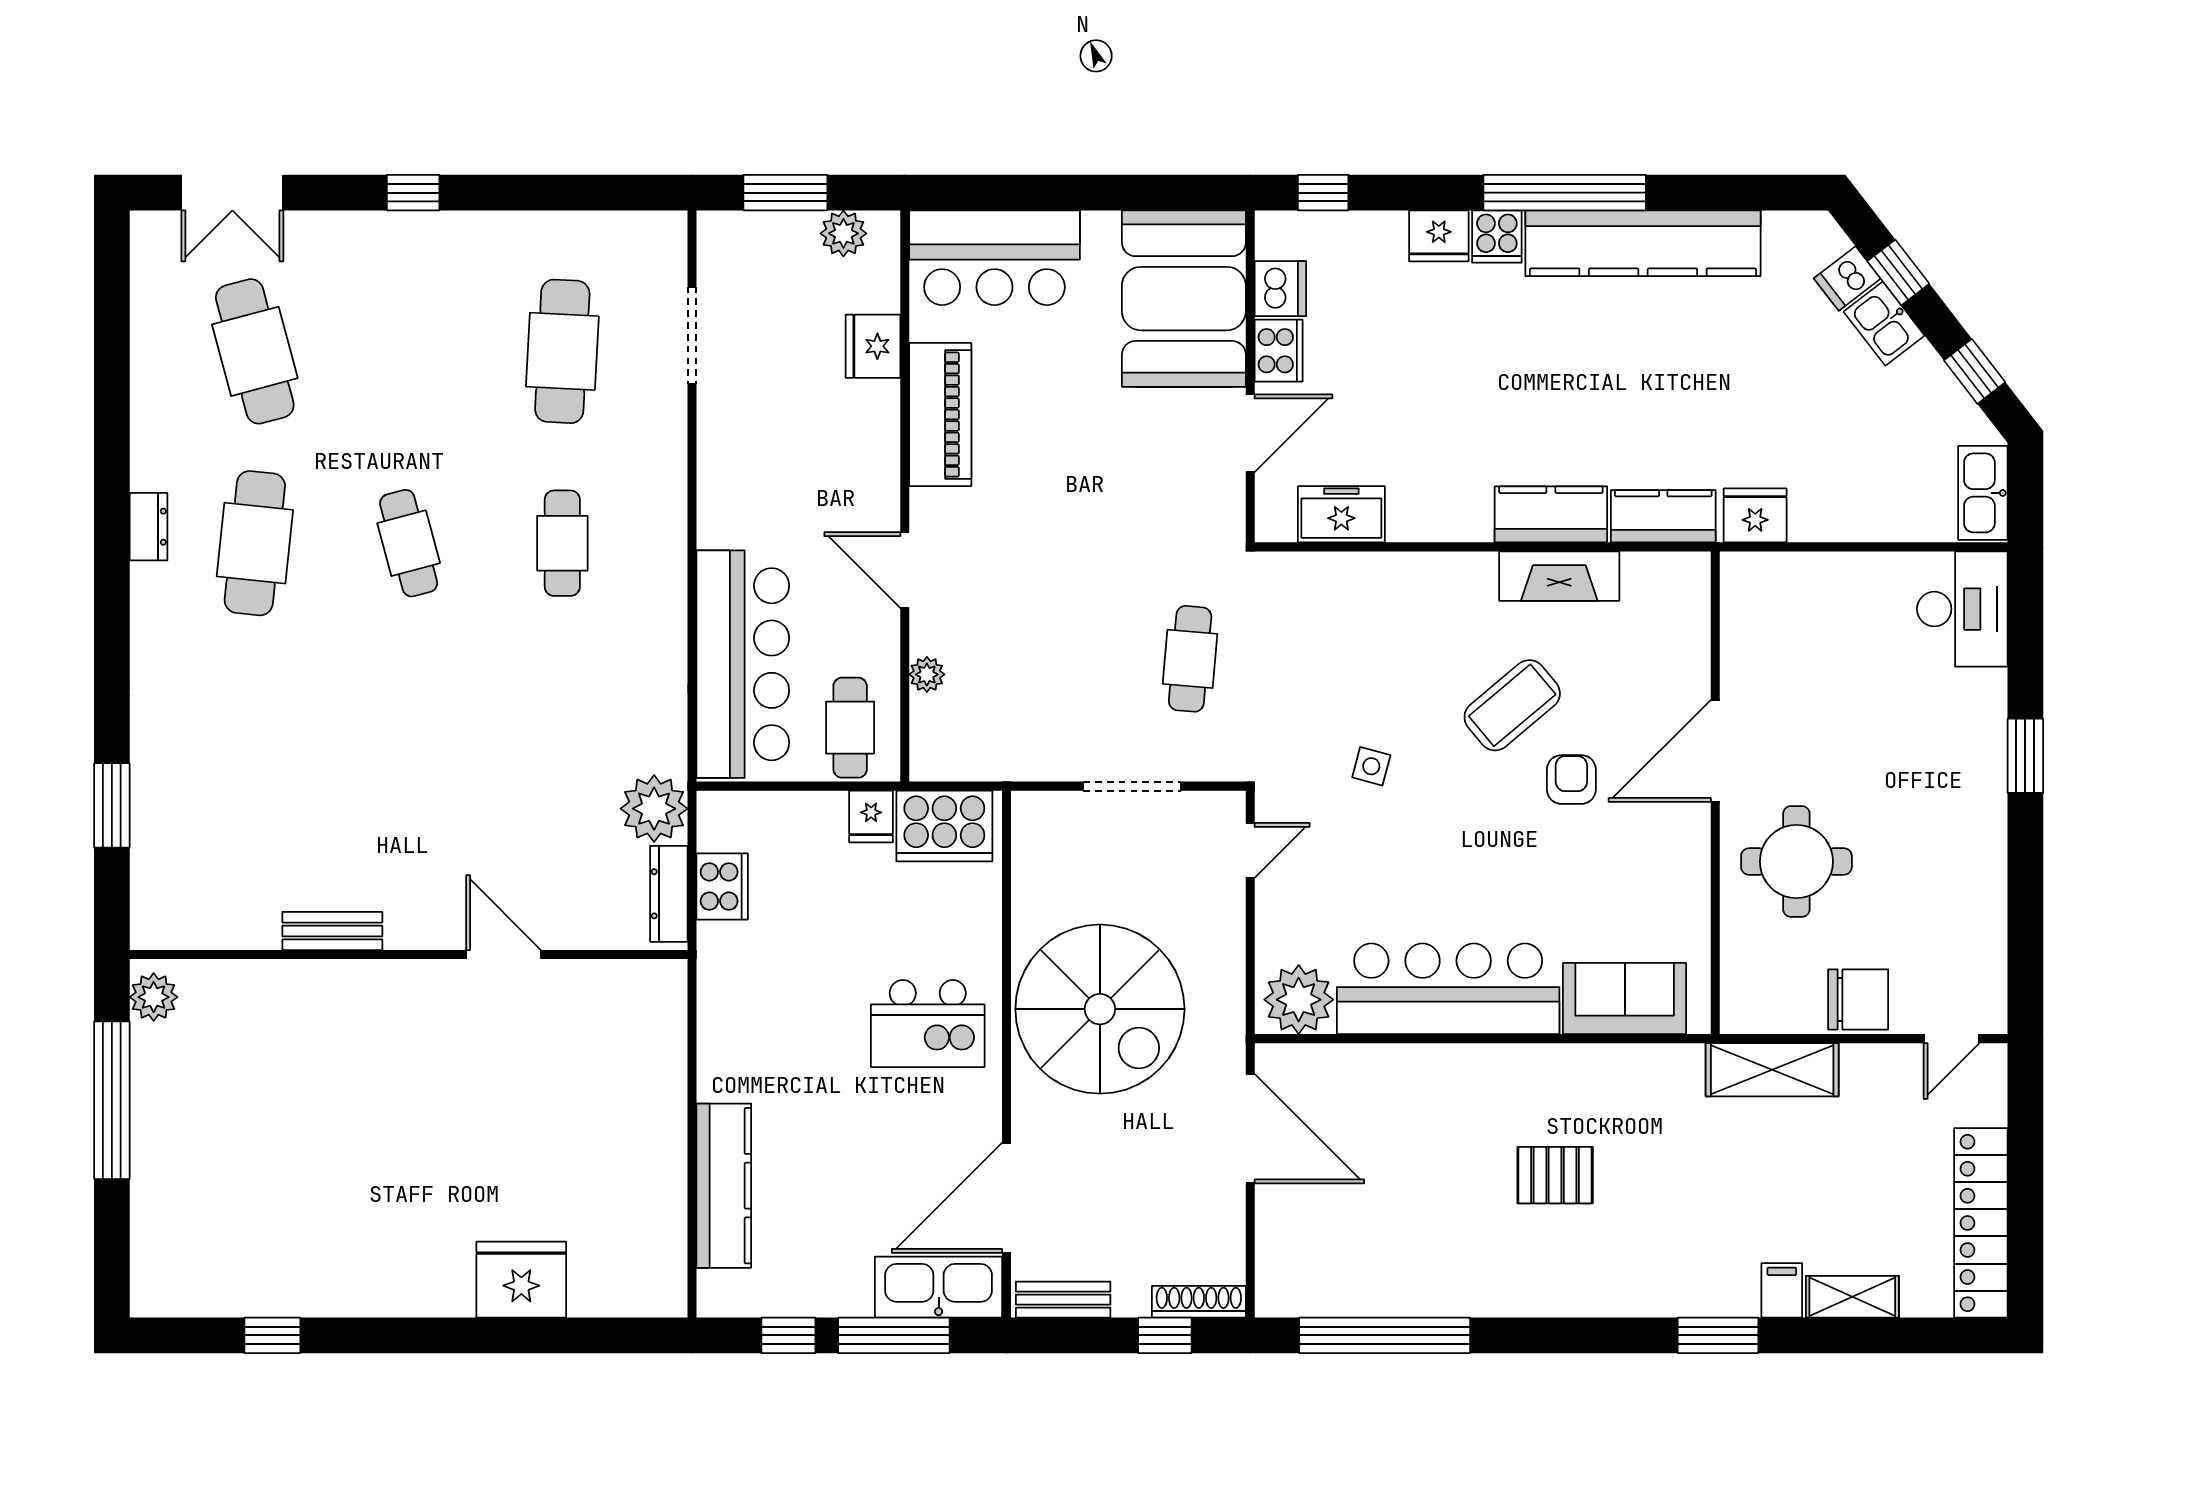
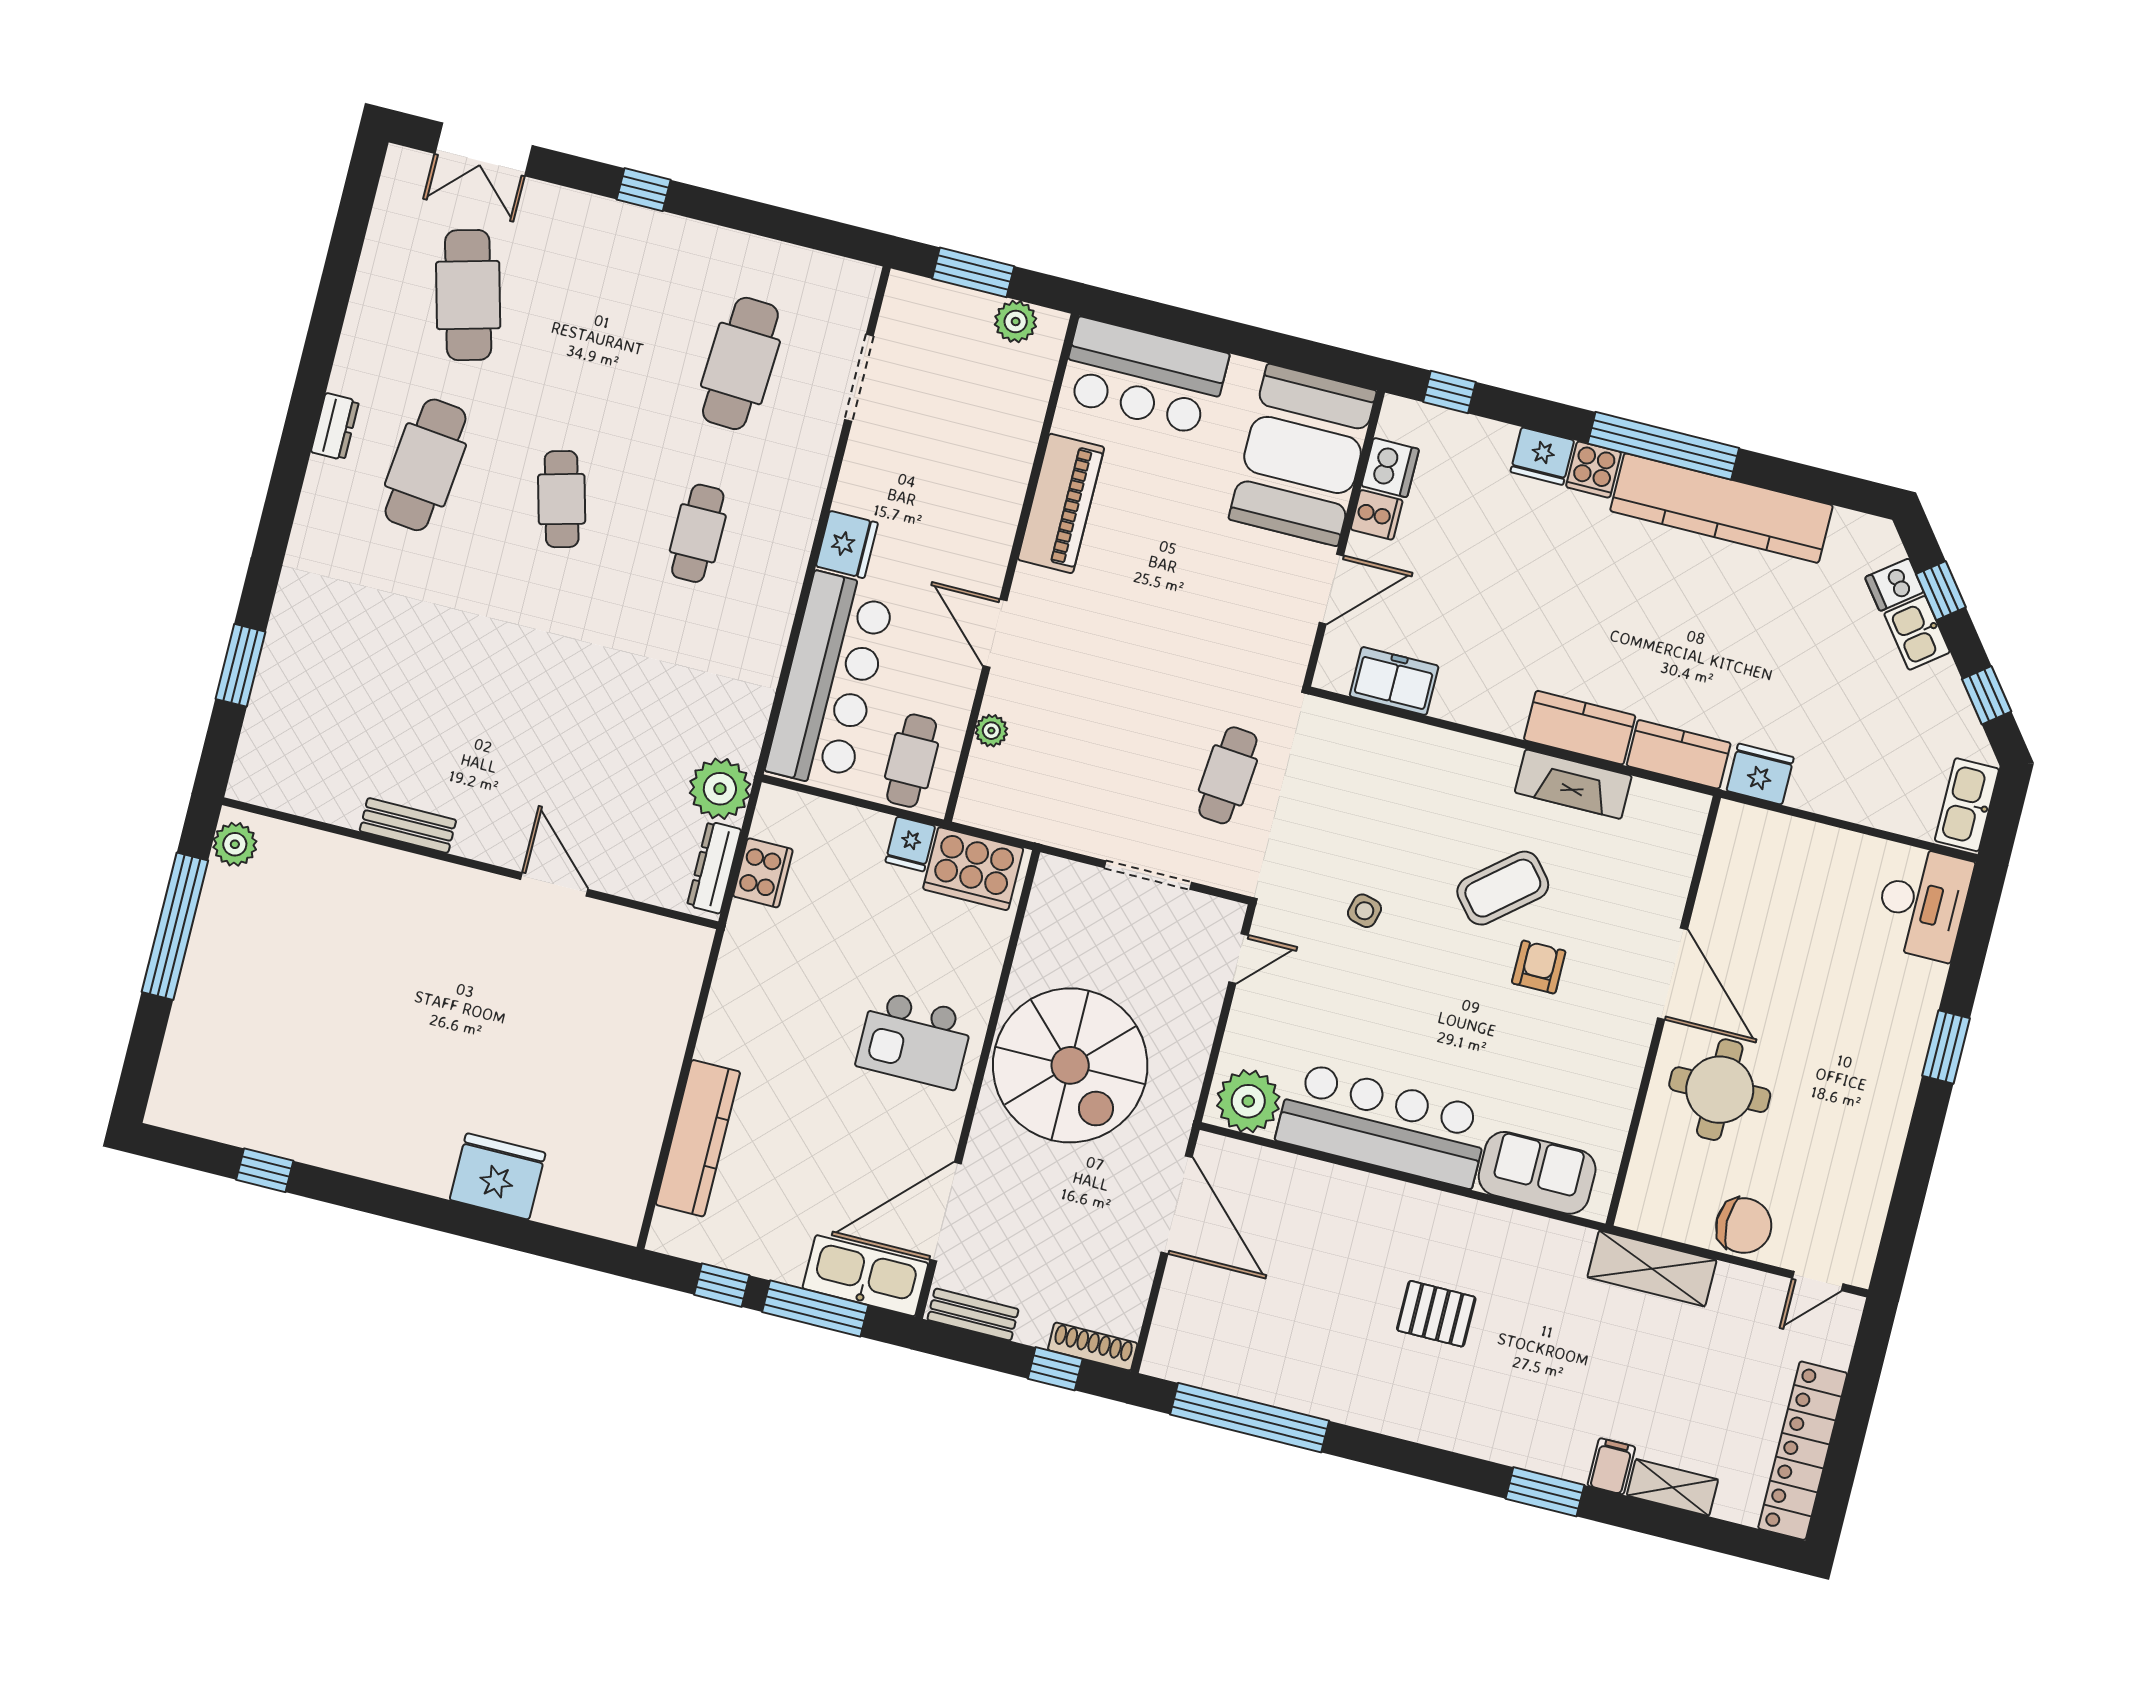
fridge: (873, 346) -> (847, 544), moved, turned 180
cooker: (1279, 351) -> (1377, 515), width x0.73
door: (1715, 751) -> (1673, 974), swing flipped

